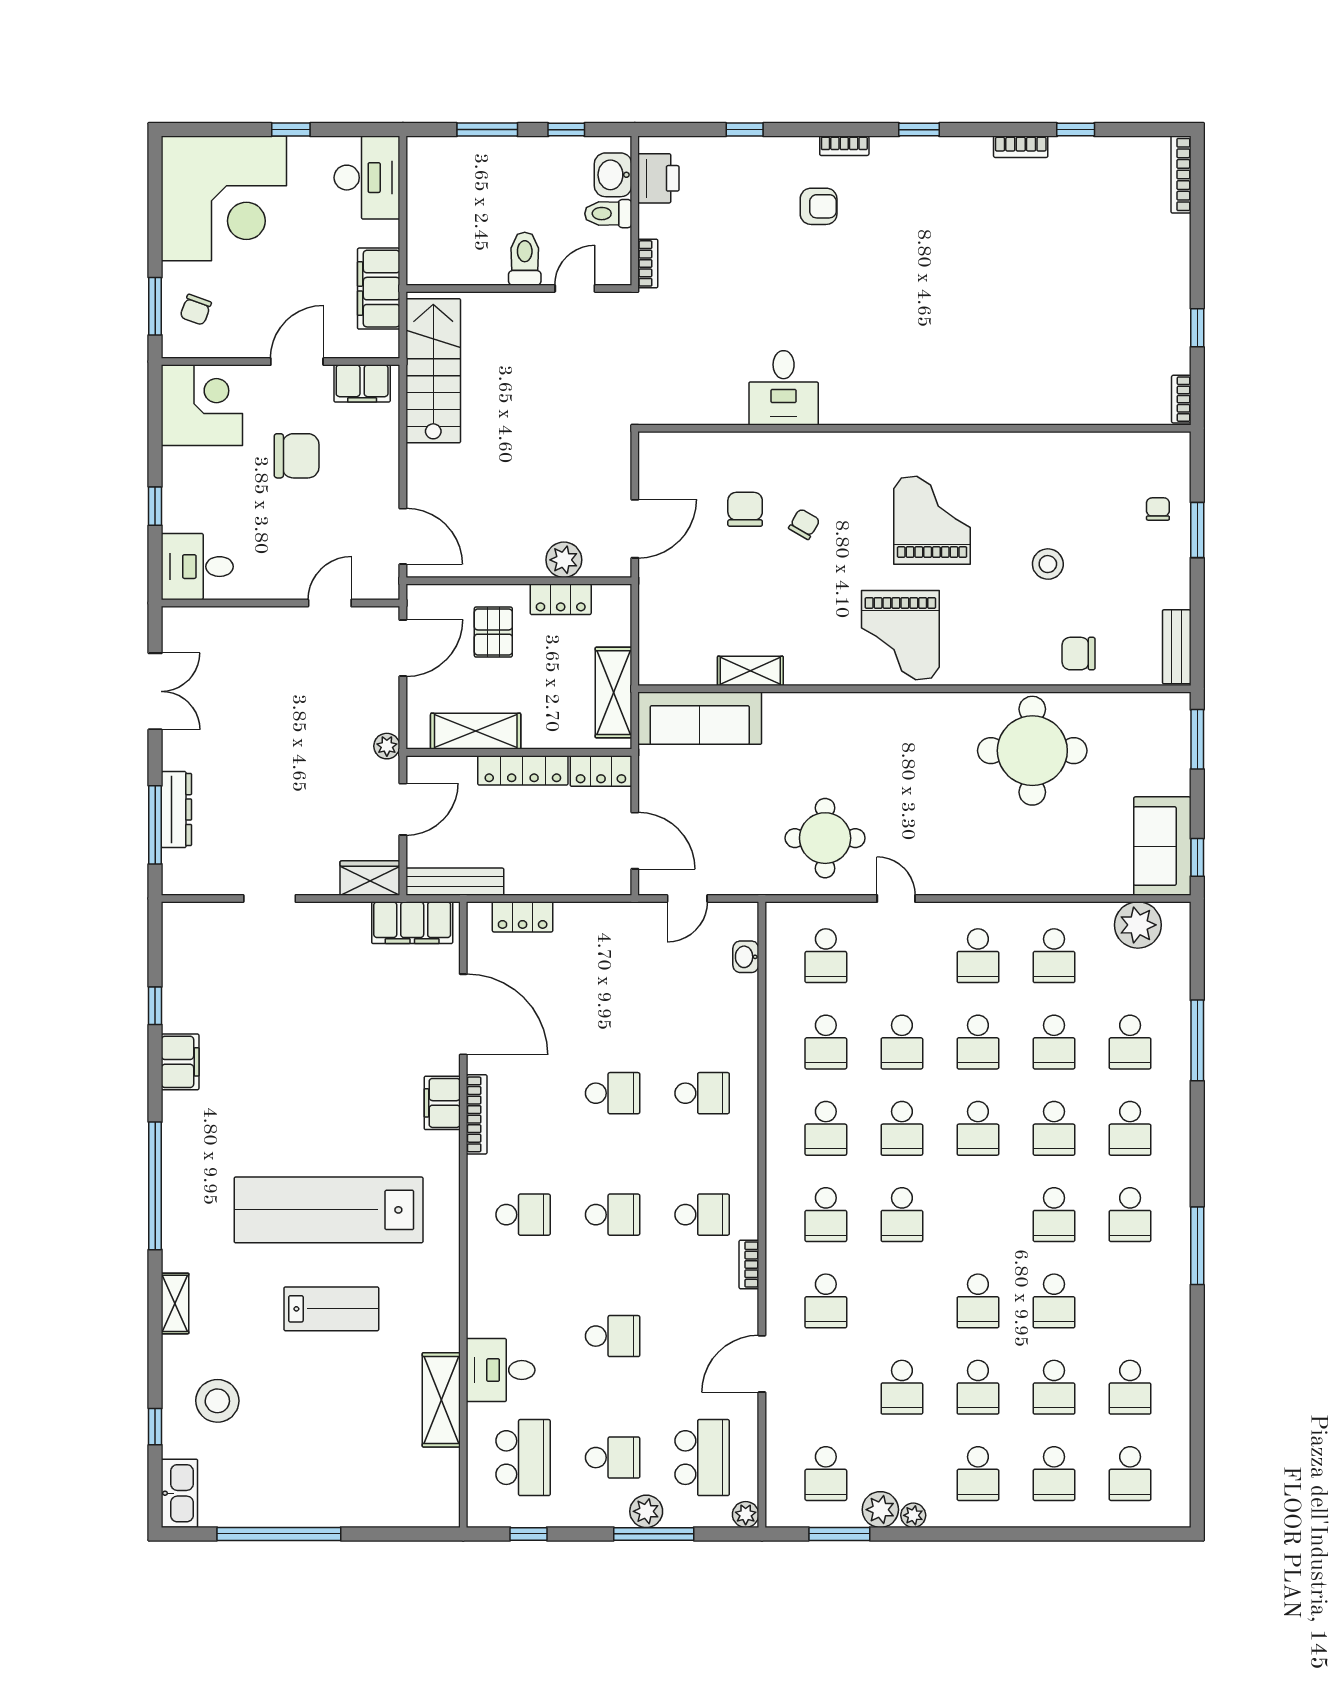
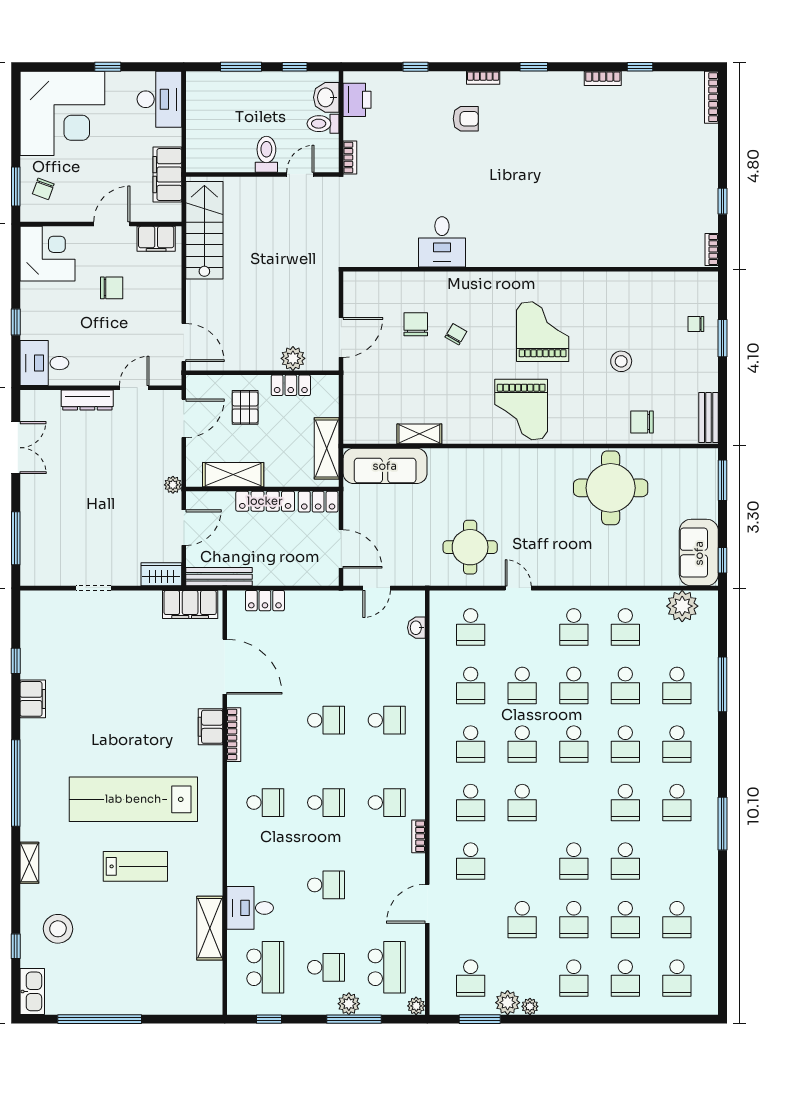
chair: (297, 456) -> (112, 288), width x0.73, depth x0.73
chair: (1158, 509) -> (696, 324), turned -90
dresser: (176, 810) -> (87, 400), moved, turned 90

